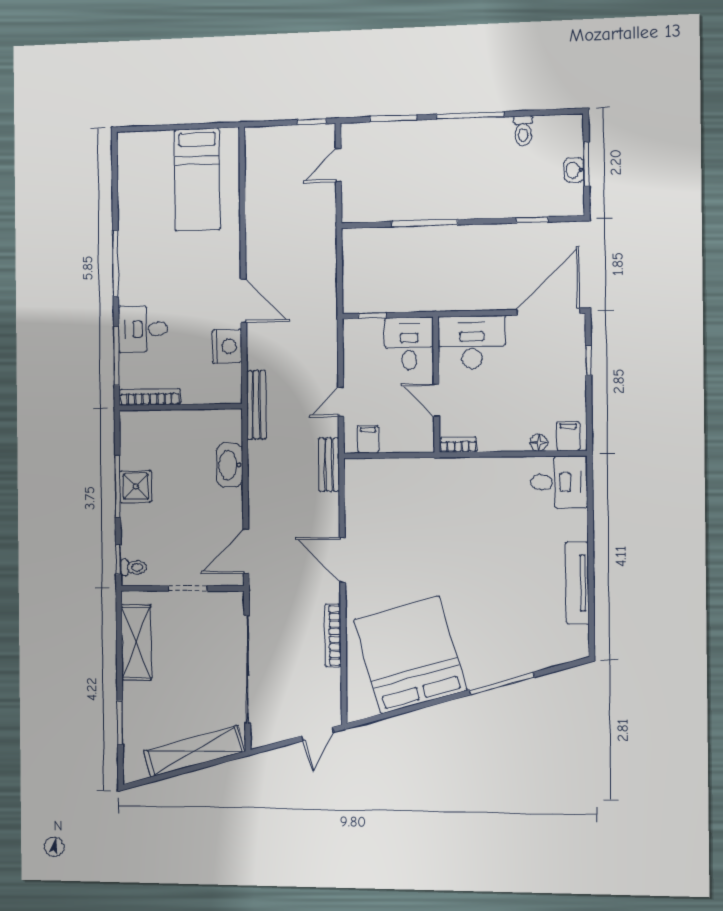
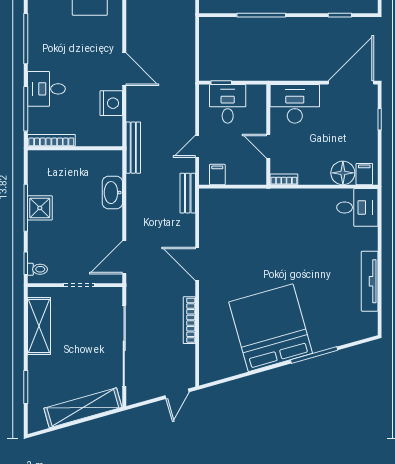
desk: (409, 343) -> (228, 104), moved
floor lamp: (539, 443) -> (343, 173), width x1.89, depth x1.89
bed: (410, 655) -> (271, 328), moved

